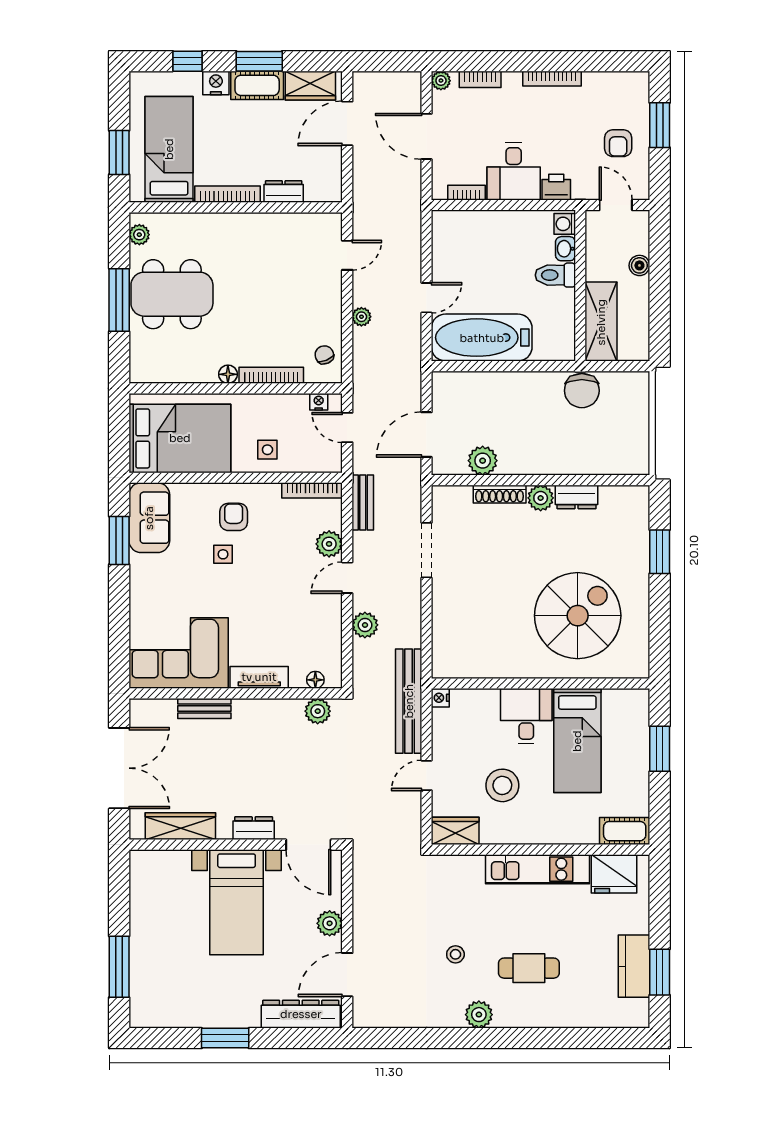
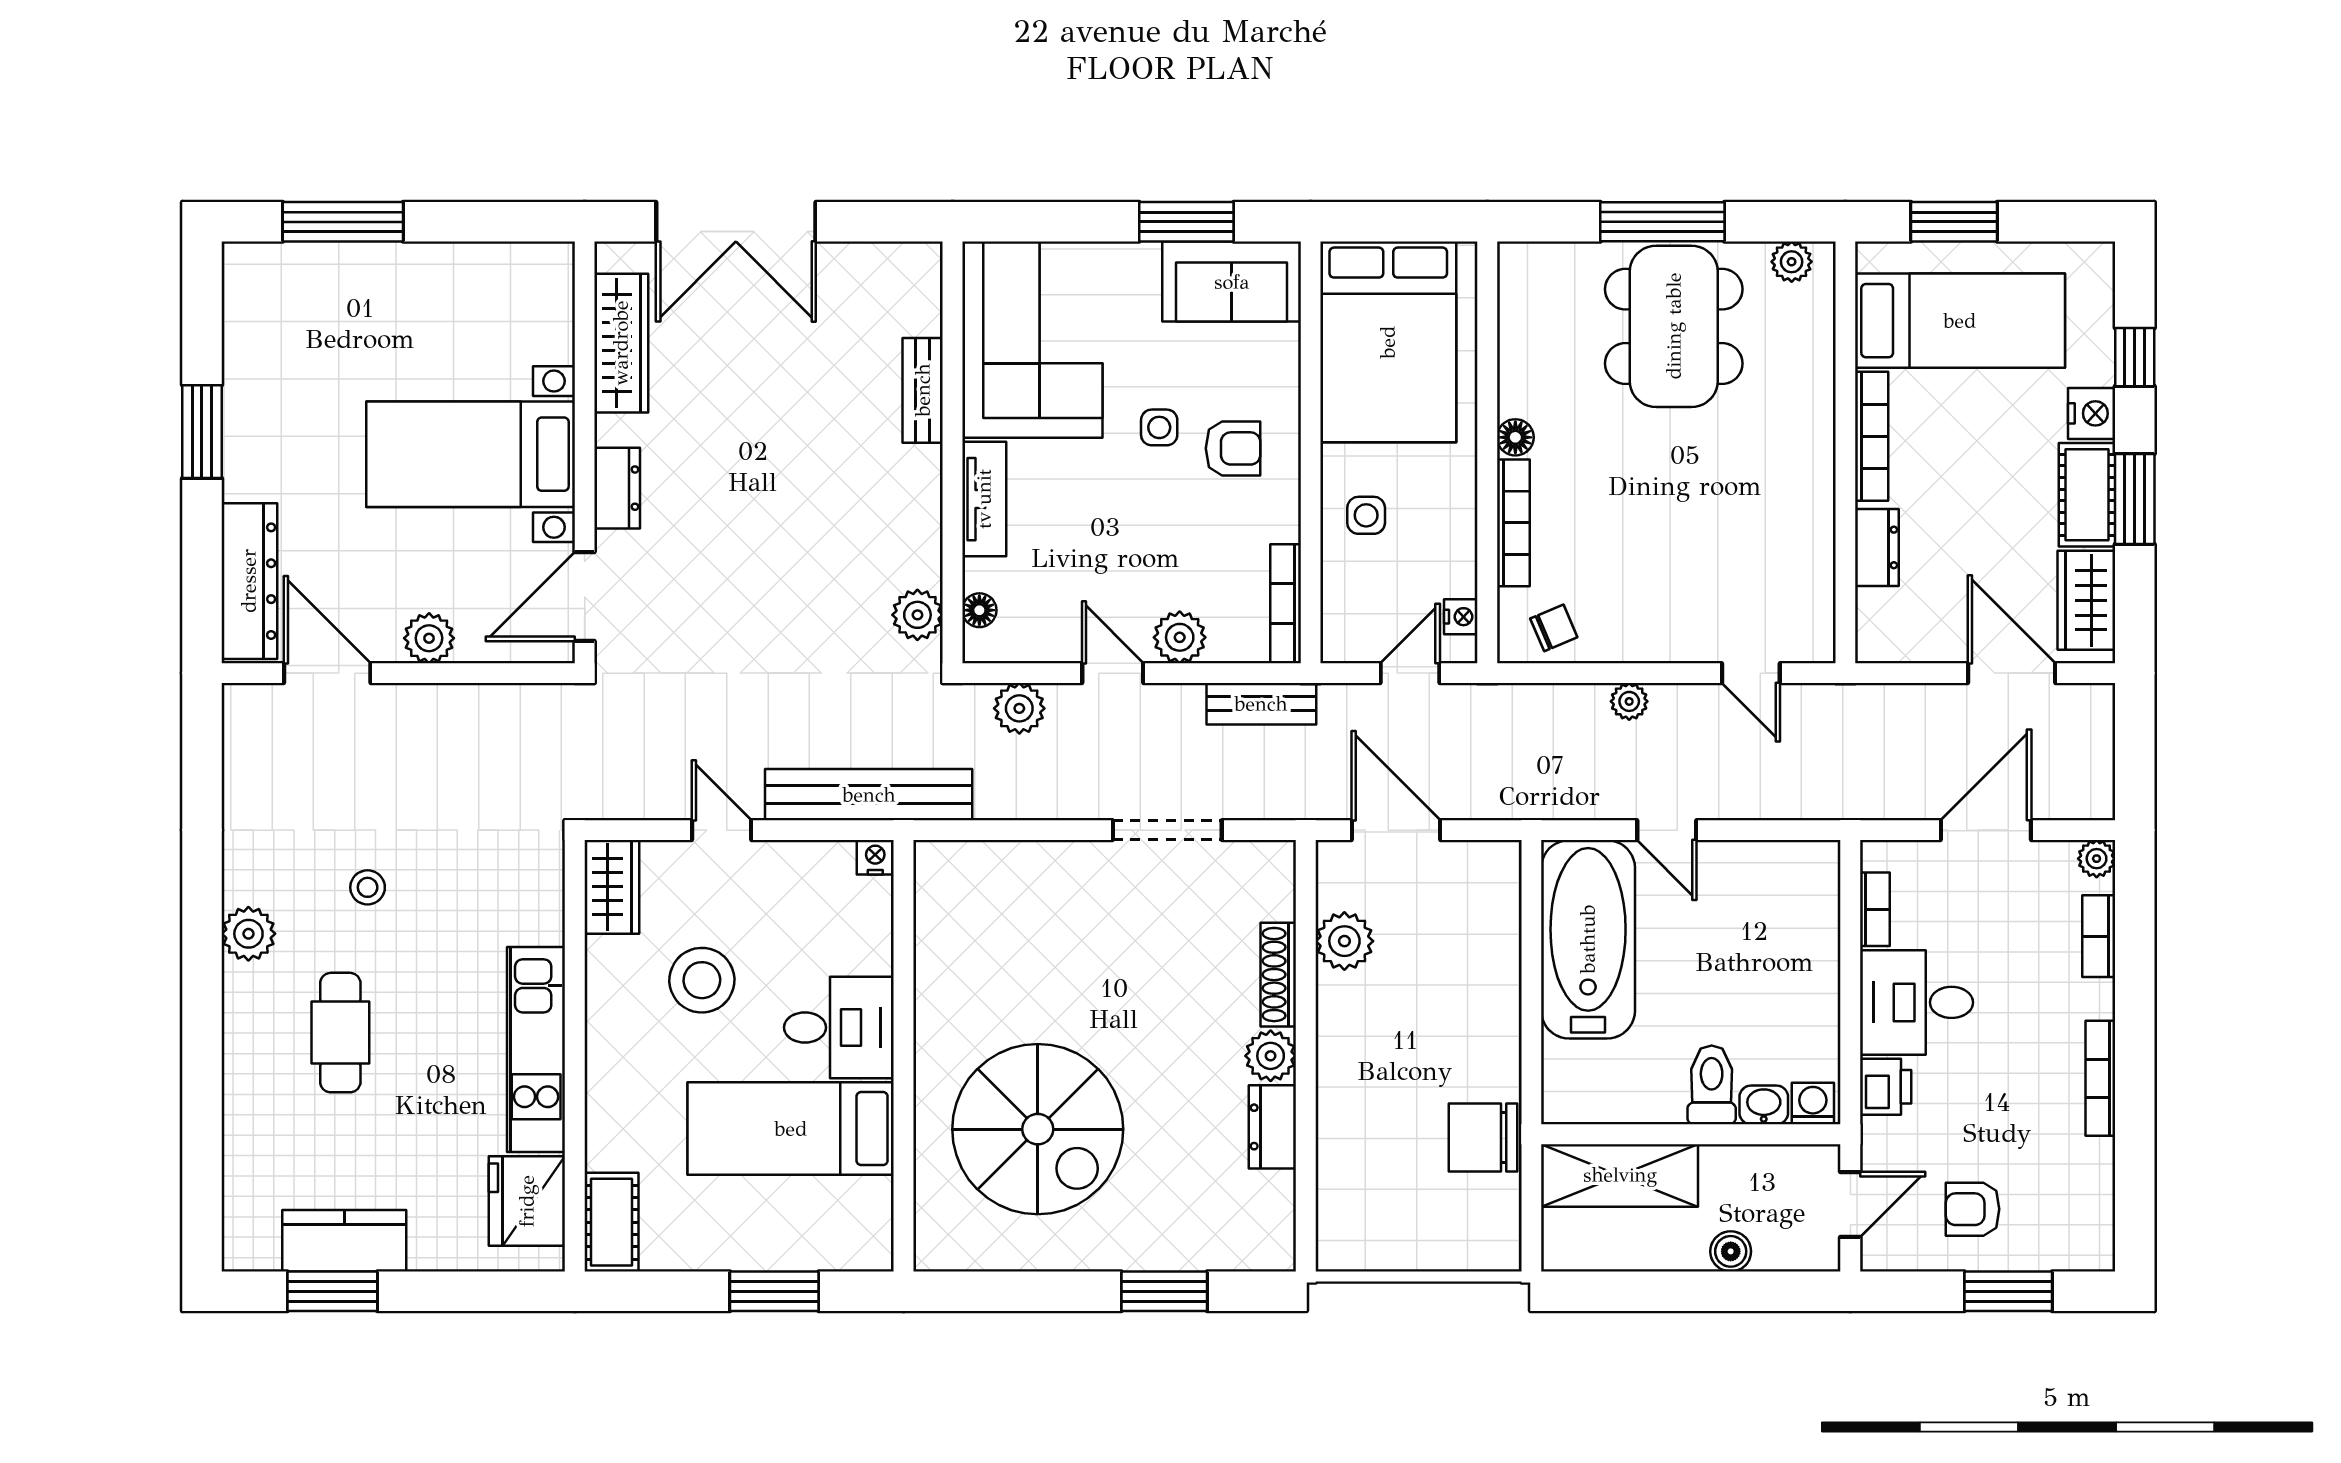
corner sofa: (179, 653) -> (1032, 340), moved
tv unit: (259, 677) -> (984, 499), moved
floor lamp: (315, 680) -> (979, 610), moved
wall: (236, 693) -> (953, 452), moved
bench: (204, 708) -> (923, 390), moved
plant: (318, 711) -> (917, 615), moved

